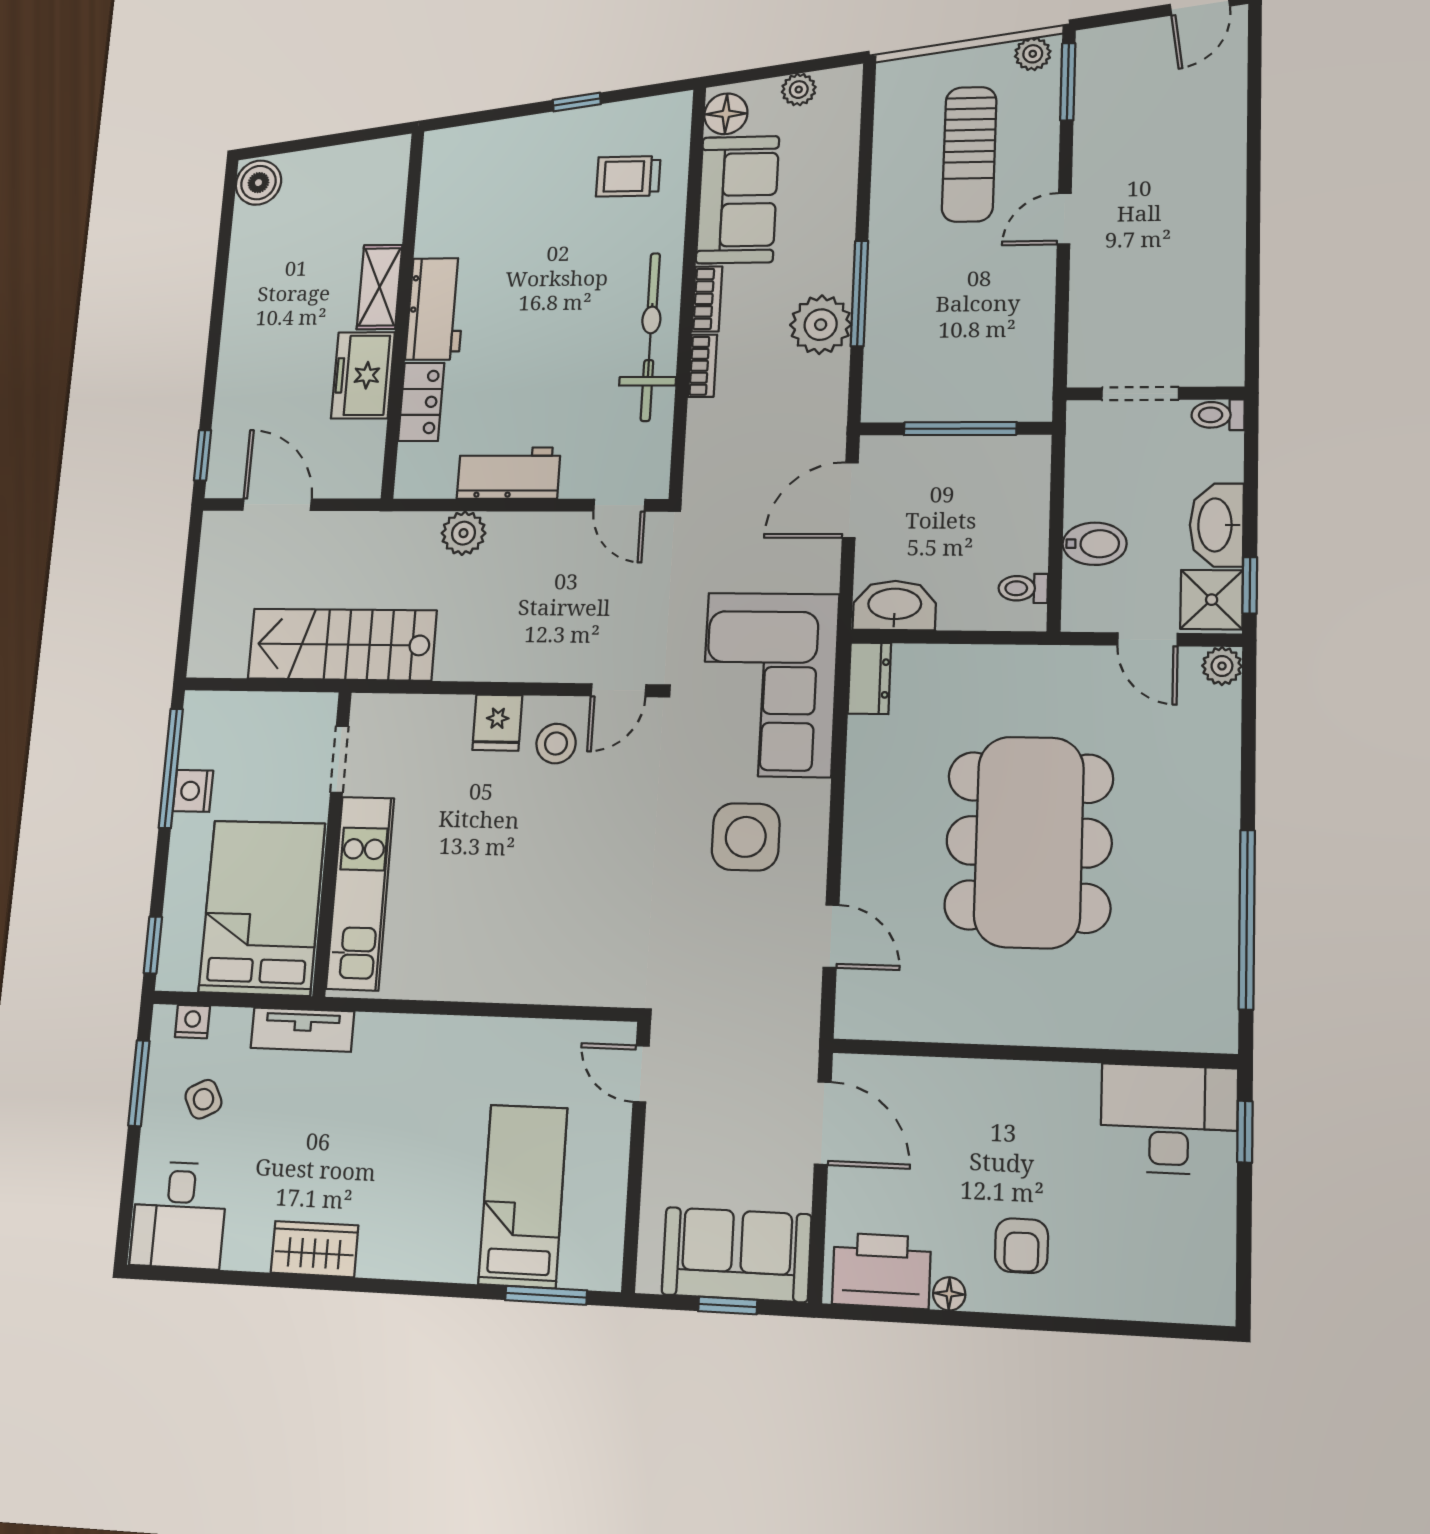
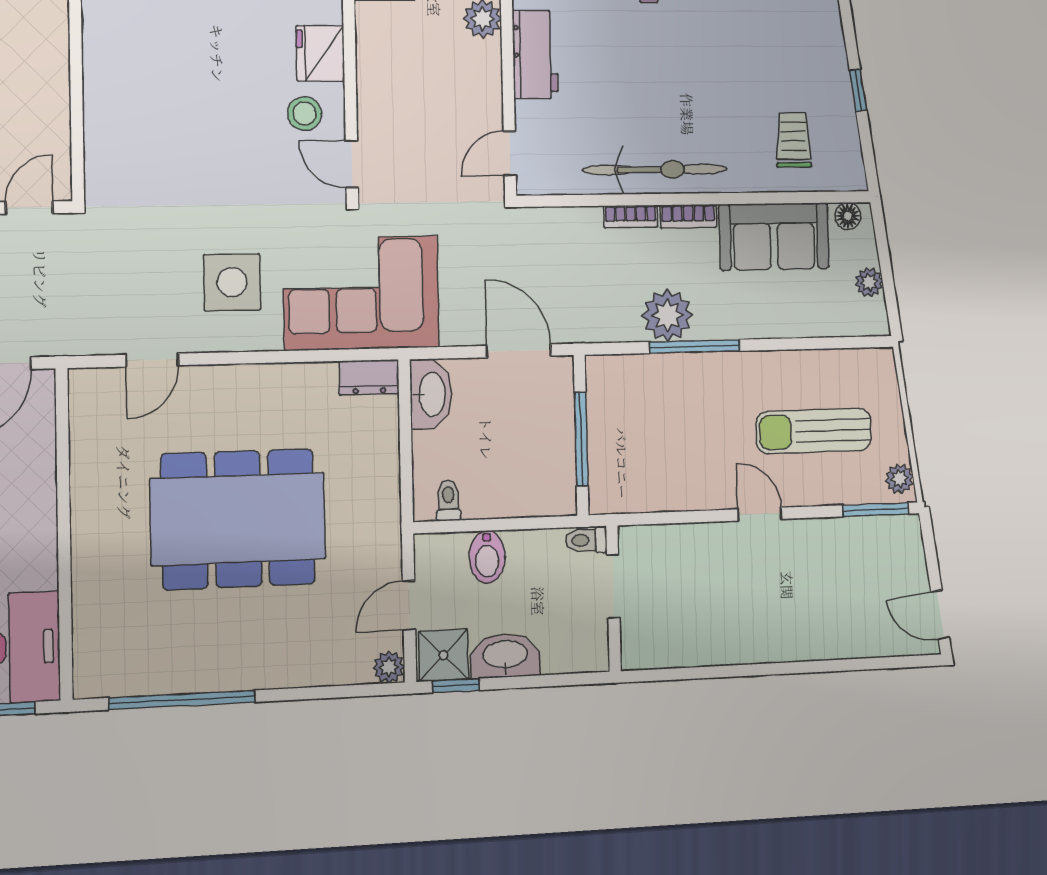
floor lamp: (726, 114) -> (848, 216), width x0.73, depth x0.73
toilet: (1218, 415) -> (586, 540), moved, turned -90
fridge: (497, 723) -> (320, 53), width x1.38

